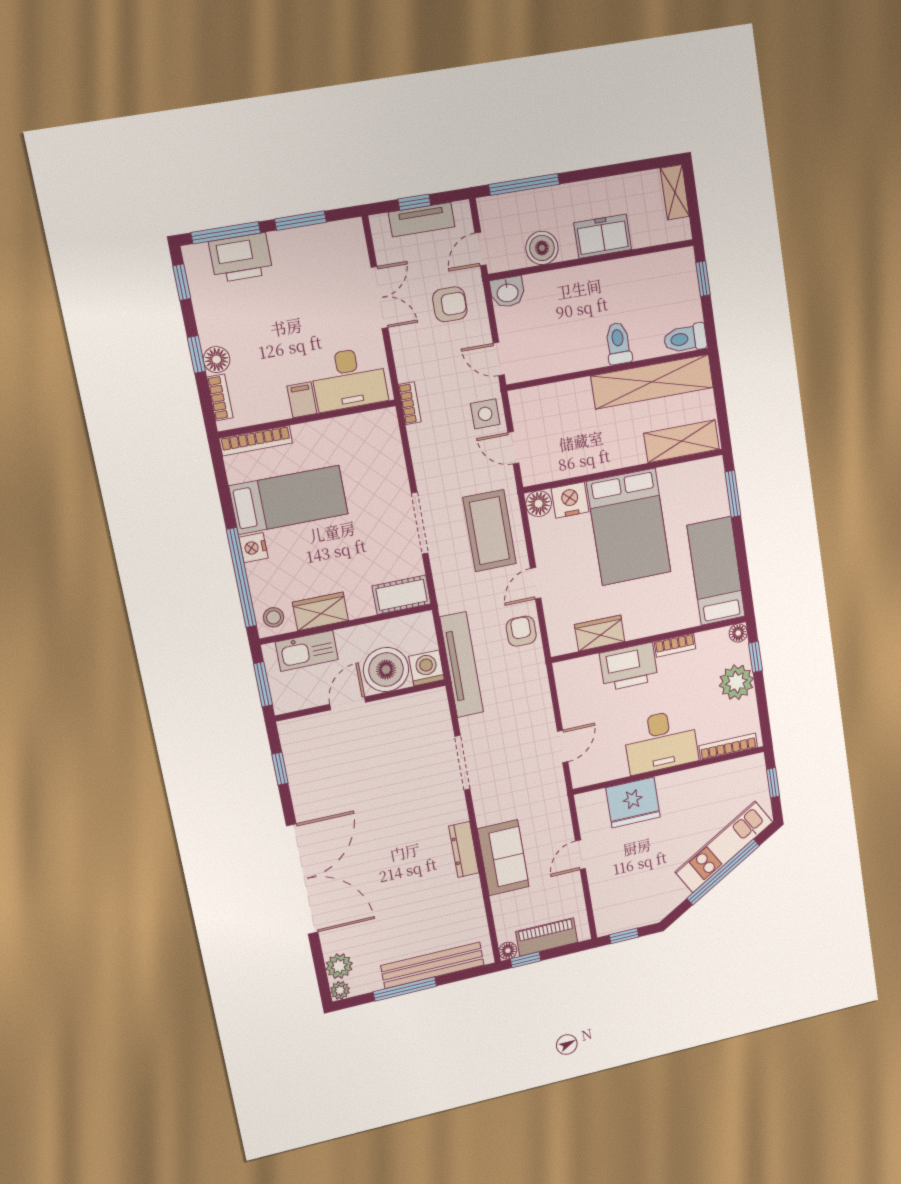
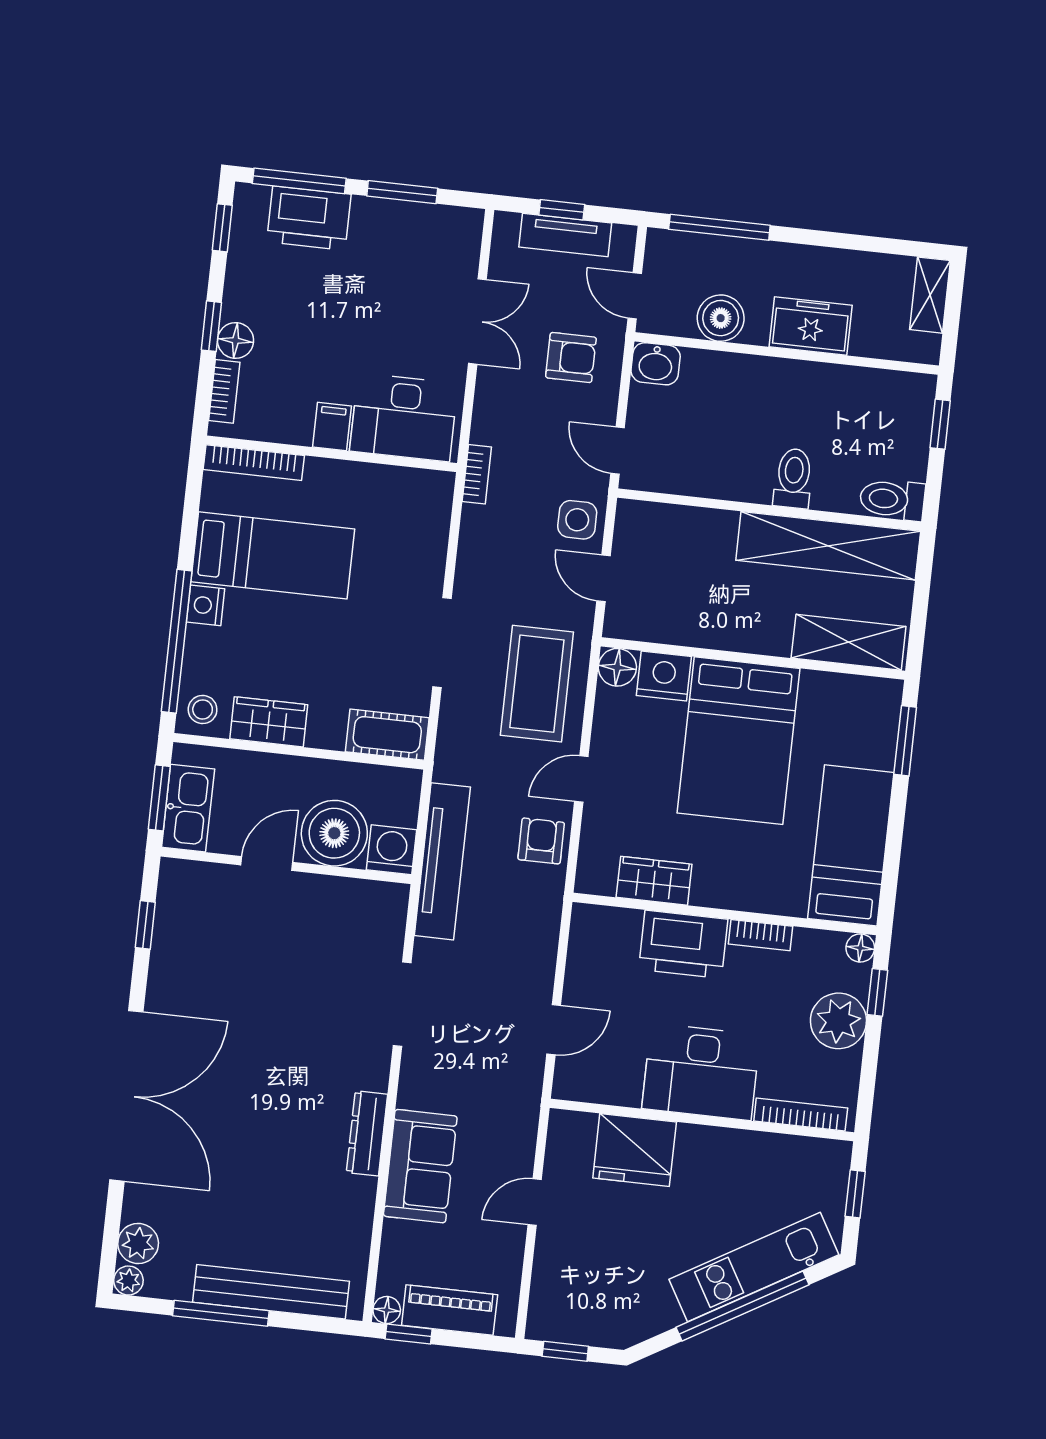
door: (481, 249) -> (635, 296), hinge flipped
kitchen sink: (307, 651) -> (188, 808), moved, turned -90

